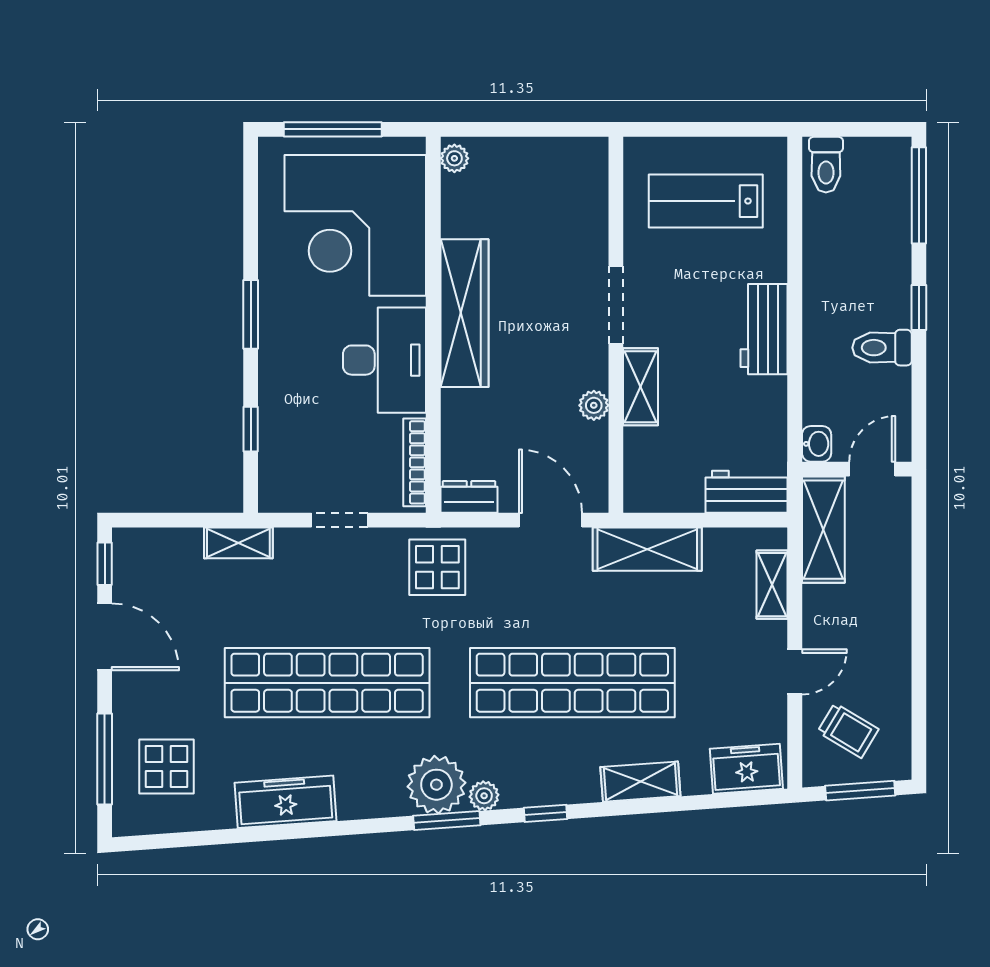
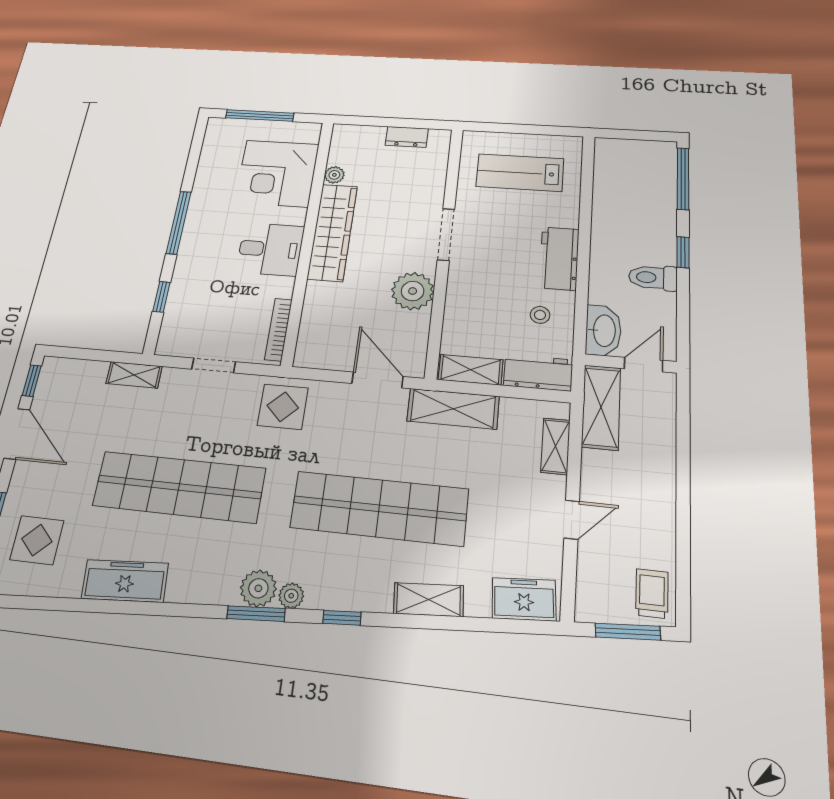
plant: (454, 158) -> (334, 175), moved
toilet: (826, 165) -> (612, 155), removed
corner desk: (355, 225) -> (277, 173), width x0.74, depth x0.74
window: (251, 314) -> (179, 223), width x1.44
desk: (385, 360) -> (270, 249), width x0.73
shelving: (640, 387) -> (471, 370), moved, turned 90
plant: (594, 405) -> (413, 291), width x1.88, depth x1.88
stool: (744, 413) -> (540, 315), added
washbasin: (817, 444) -> (603, 331), width x1.91, depth x1.45
dresser: (469, 497) -> (407, 137), moved, turned 180
trolley: (848, 730) -> (652, 594), moved, turned -121
plant: (436, 785) -> (258, 588), width x0.73, depth x0.73

